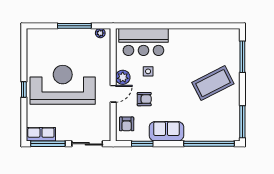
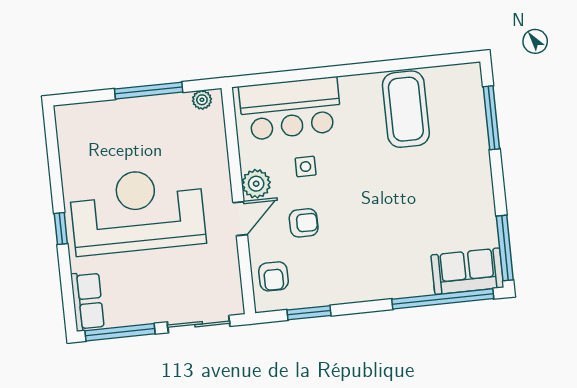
coffee table: (213, 83) -> (406, 109), moved, turned -63
sofa: (166, 131) -> (467, 271), moved
row of seats: (41, 134) -> (87, 301), moved, turned 90

